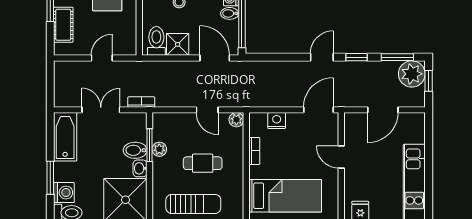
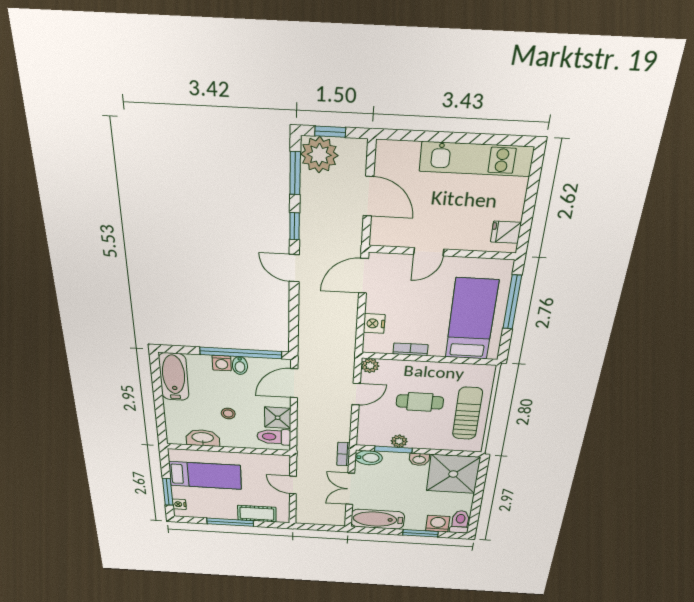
door: (318, 110) -> (363, 276), hinge flipped
bidet: (135, 150) -> (369, 458), moved, turned -90
cafe table: (203, 163) -> (420, 402), turned 90

